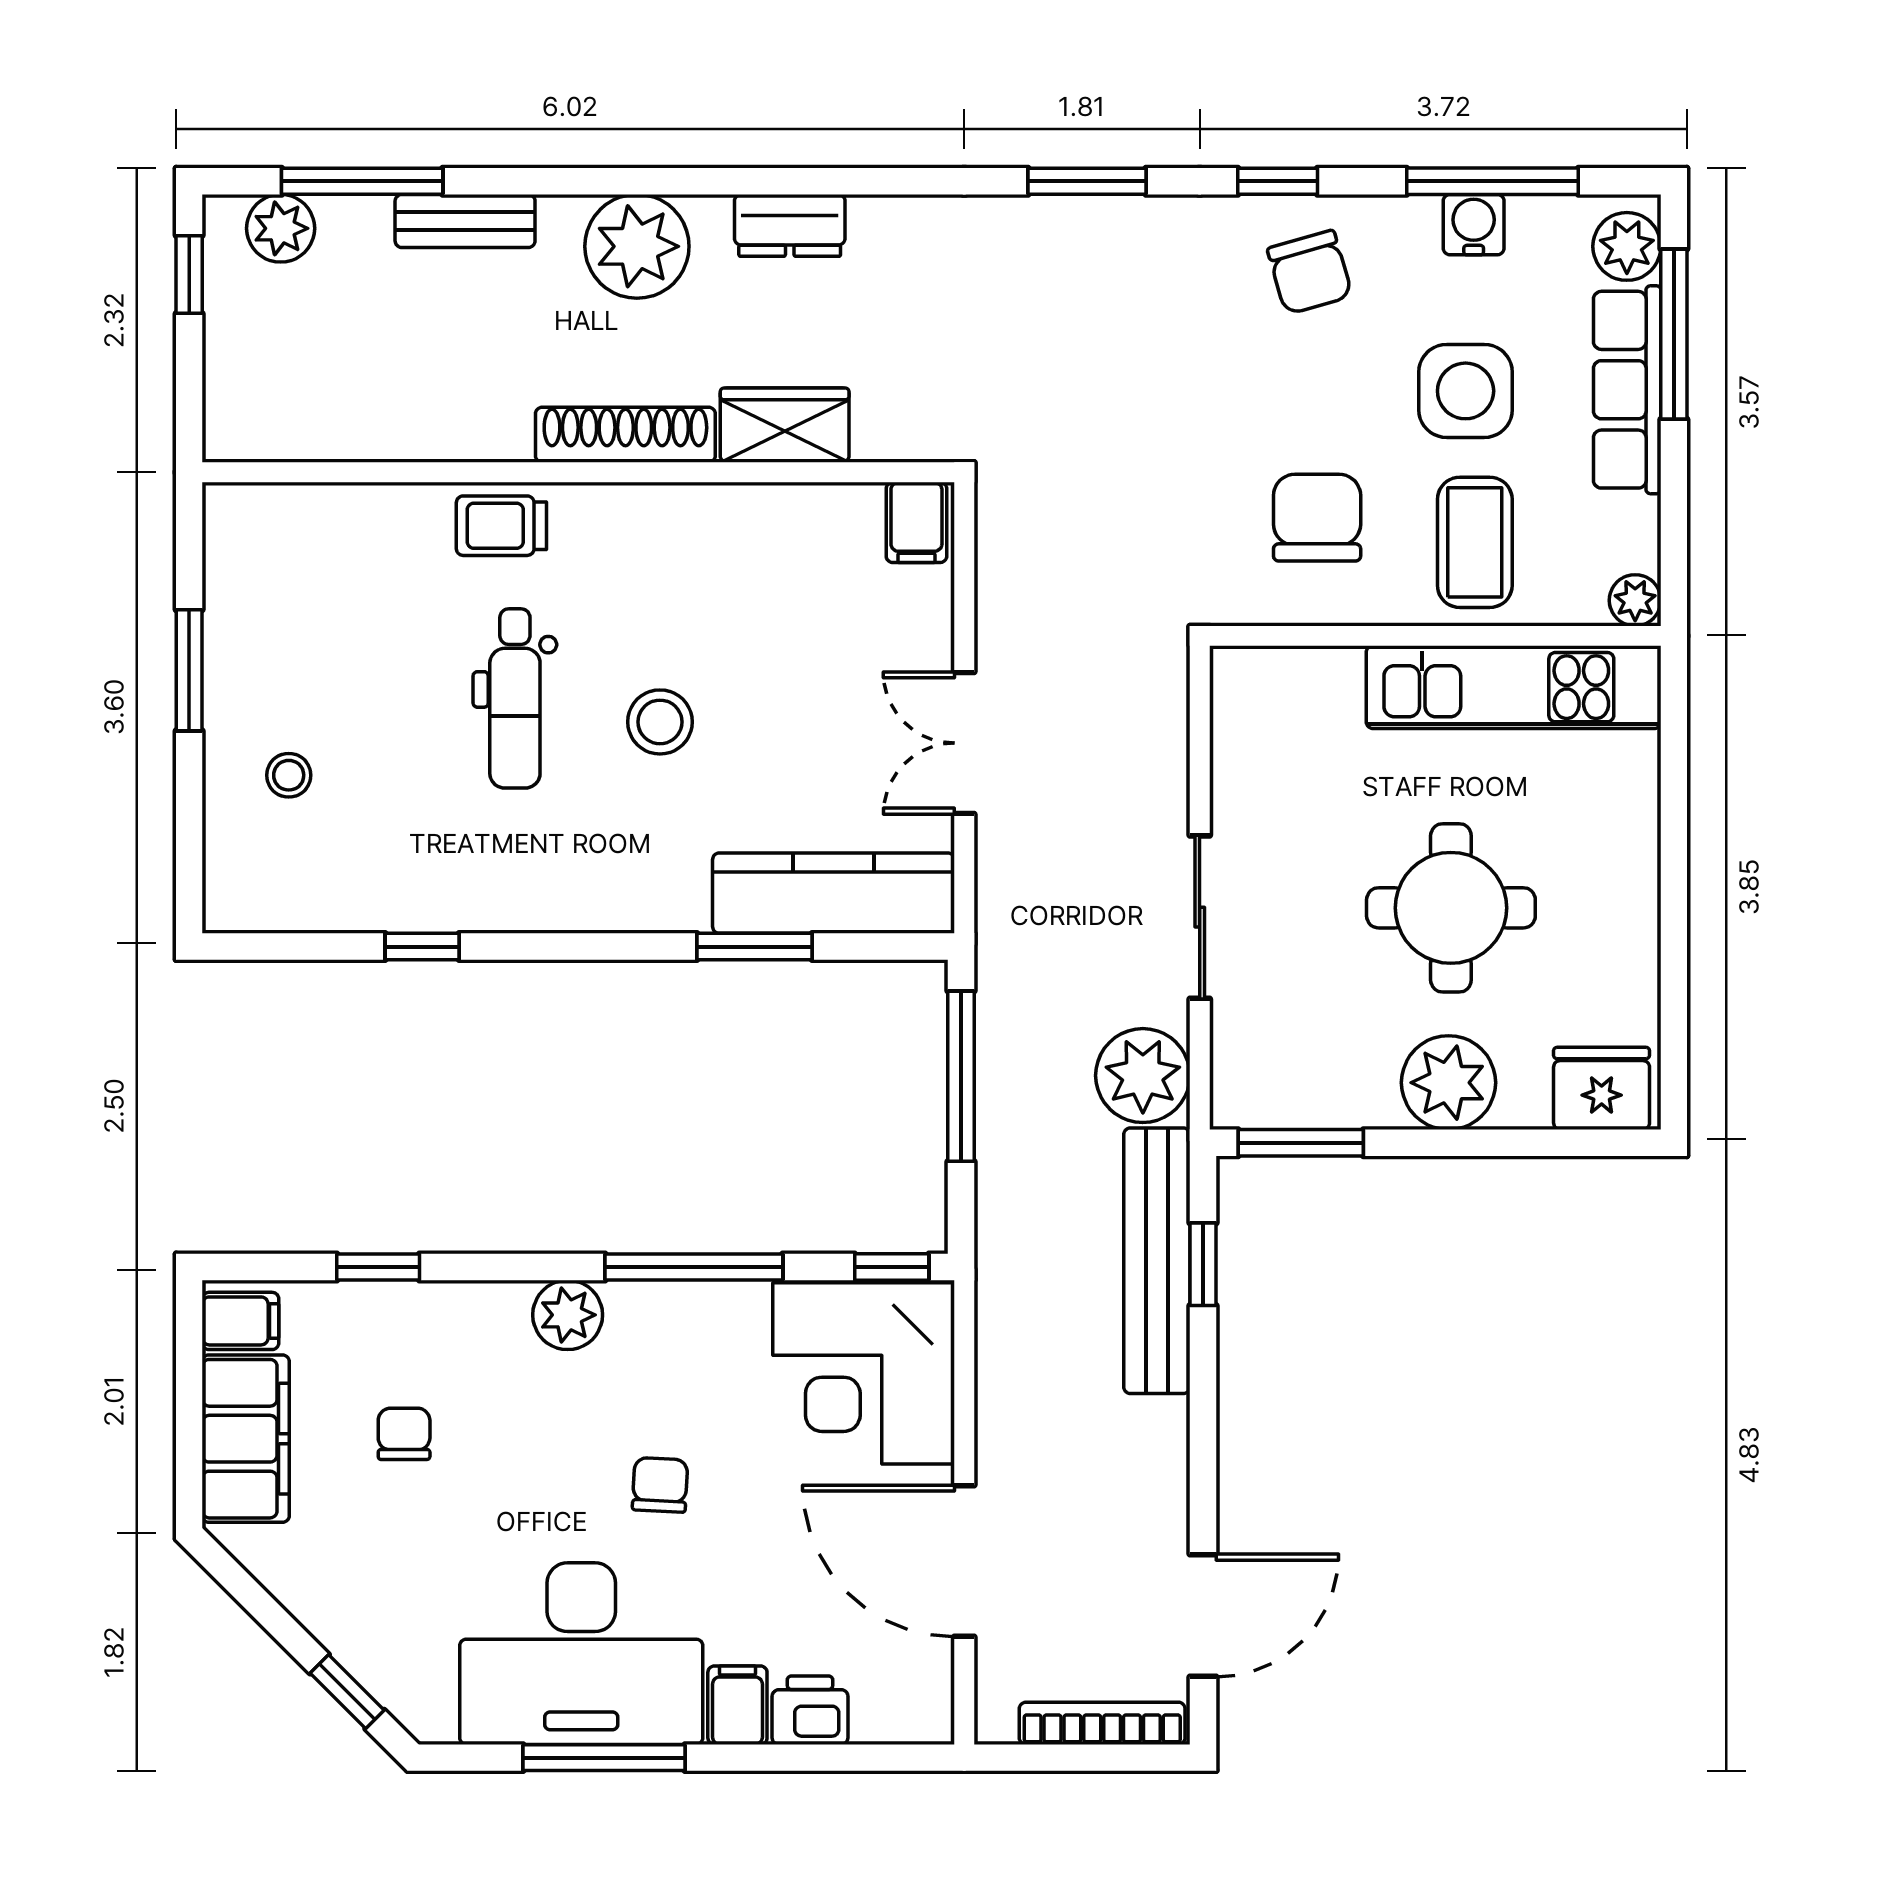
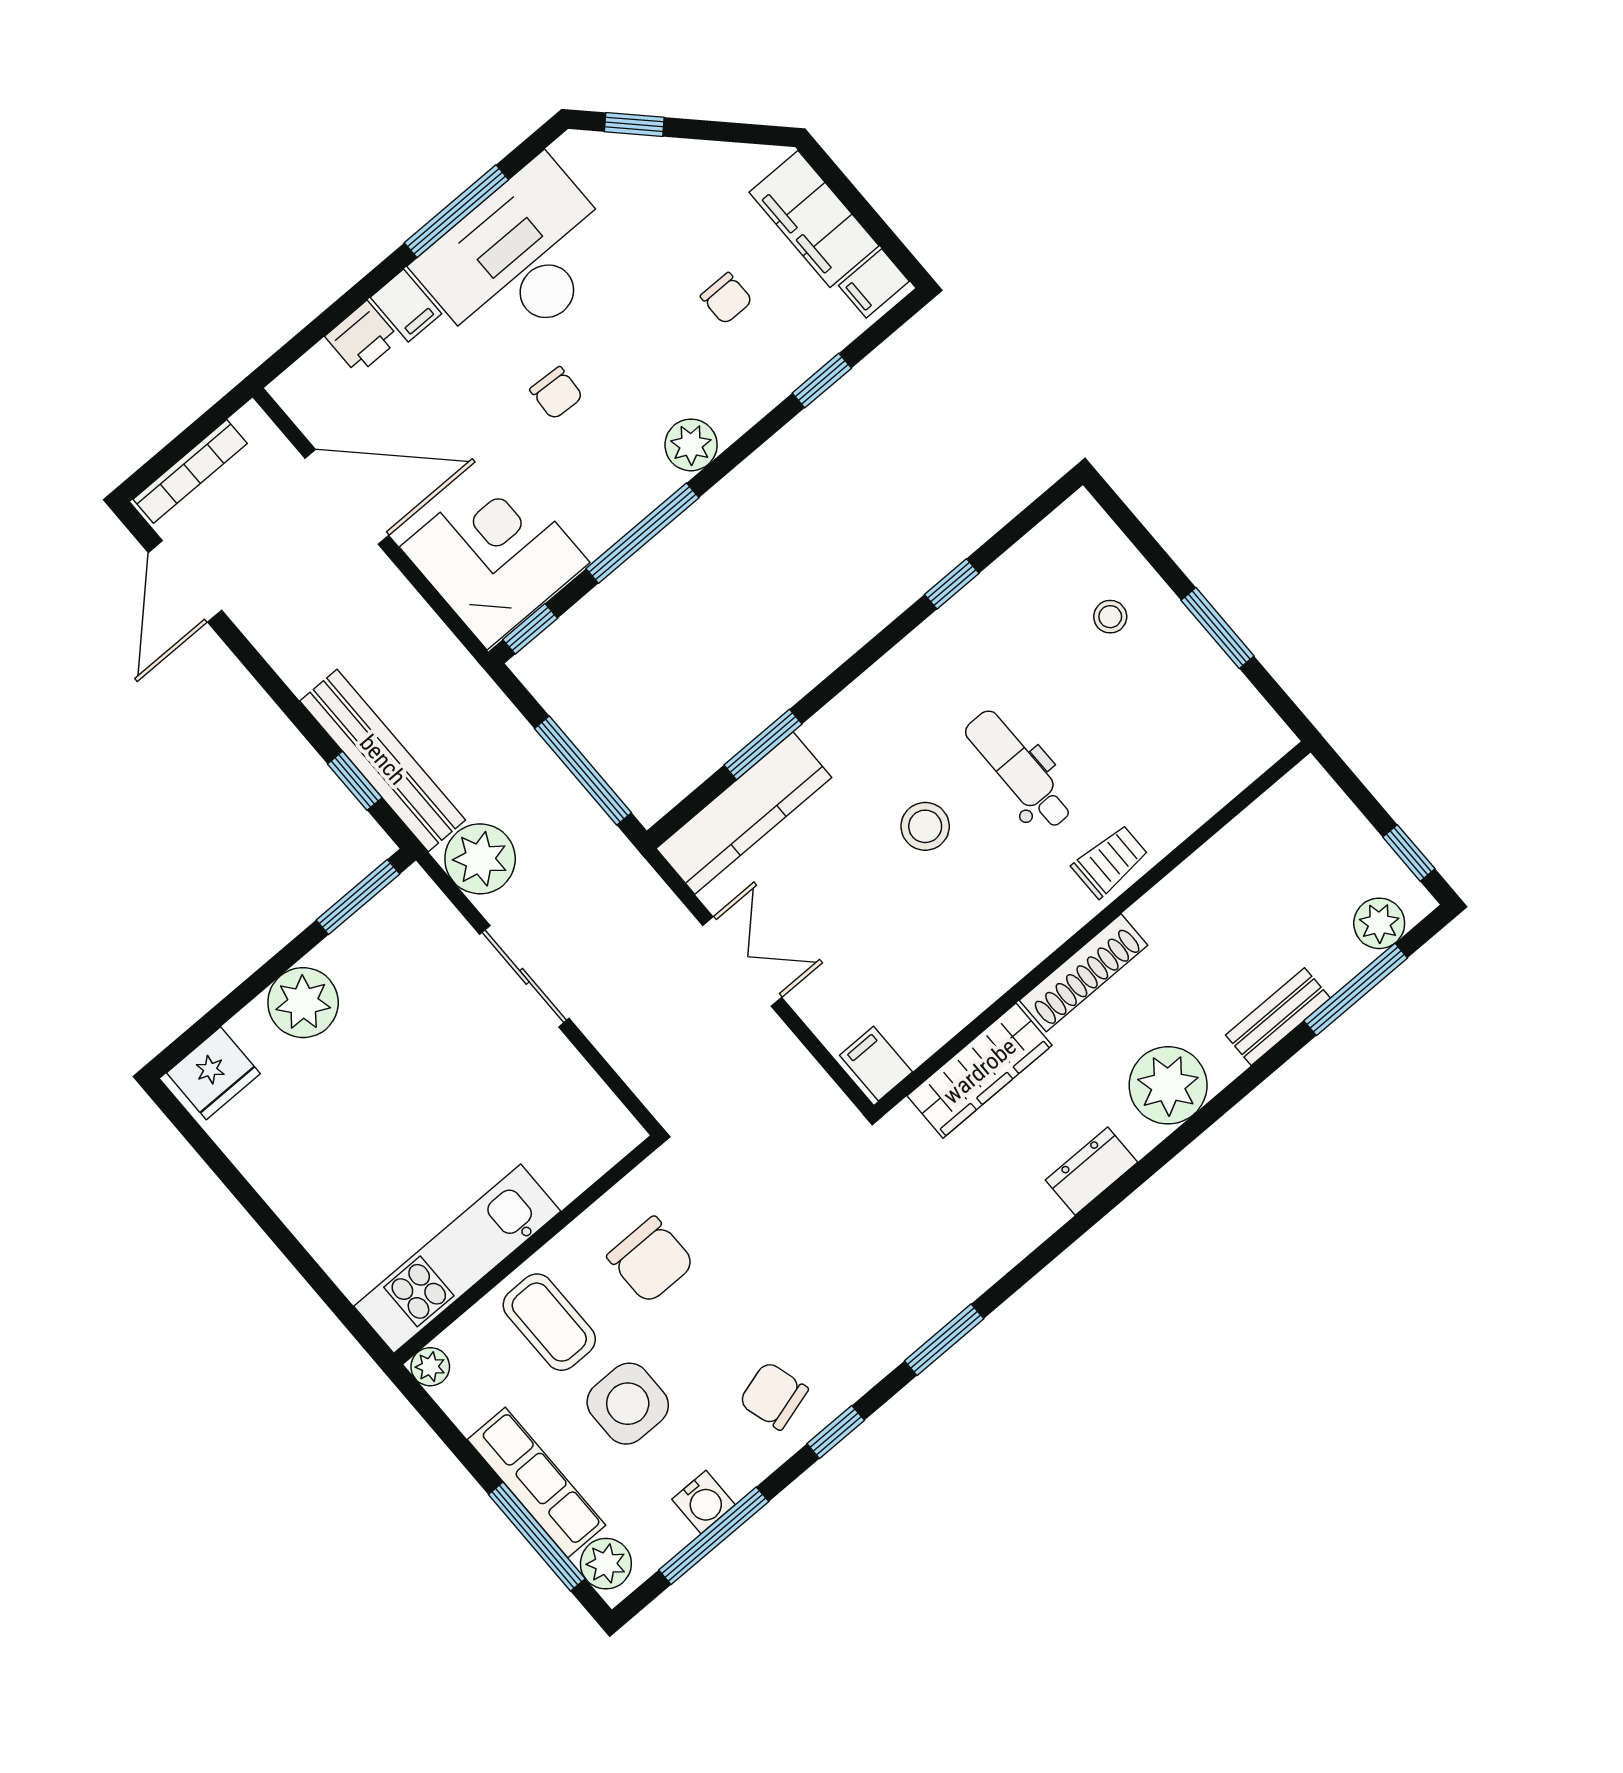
wardrobe: (785, 425) -> (980, 1071), width x1.50
round table: (1451, 908) -> (386, 1103), removed

